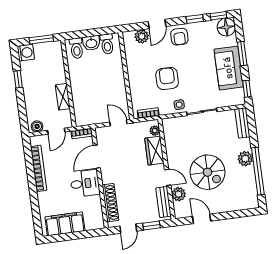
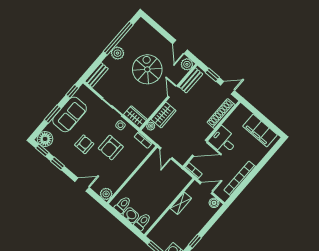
plant: (142, 36) -> (106, 194), moved
armchair: (179, 37) -> (84, 144), moved
wardrobe: (175, 124) -> (135, 117), added
plant: (179, 194) -> (187, 64), moved

